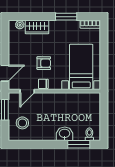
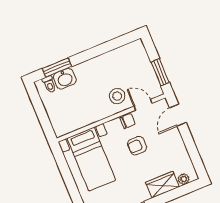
door: (27, 91) -> (143, 105), hinge flipped
stool: (22, 123) -> (117, 96), moved
washbasin: (65, 134) -> (65, 79), moved

